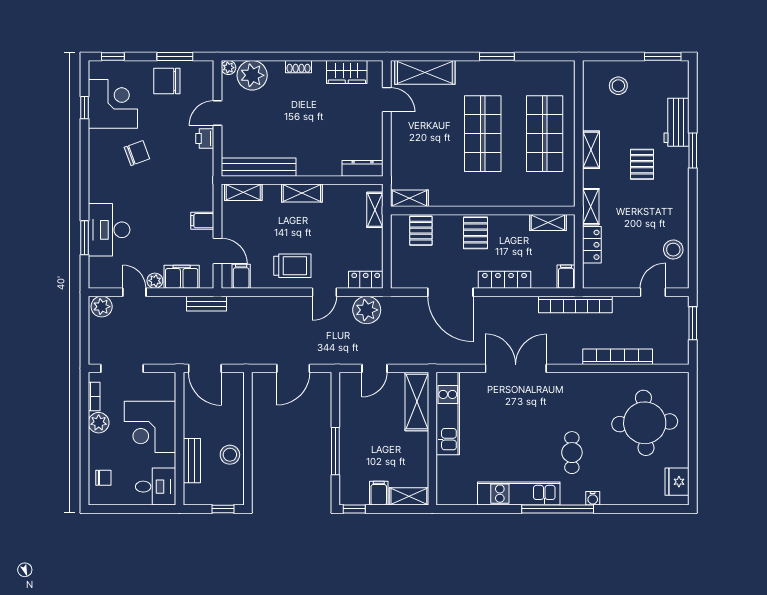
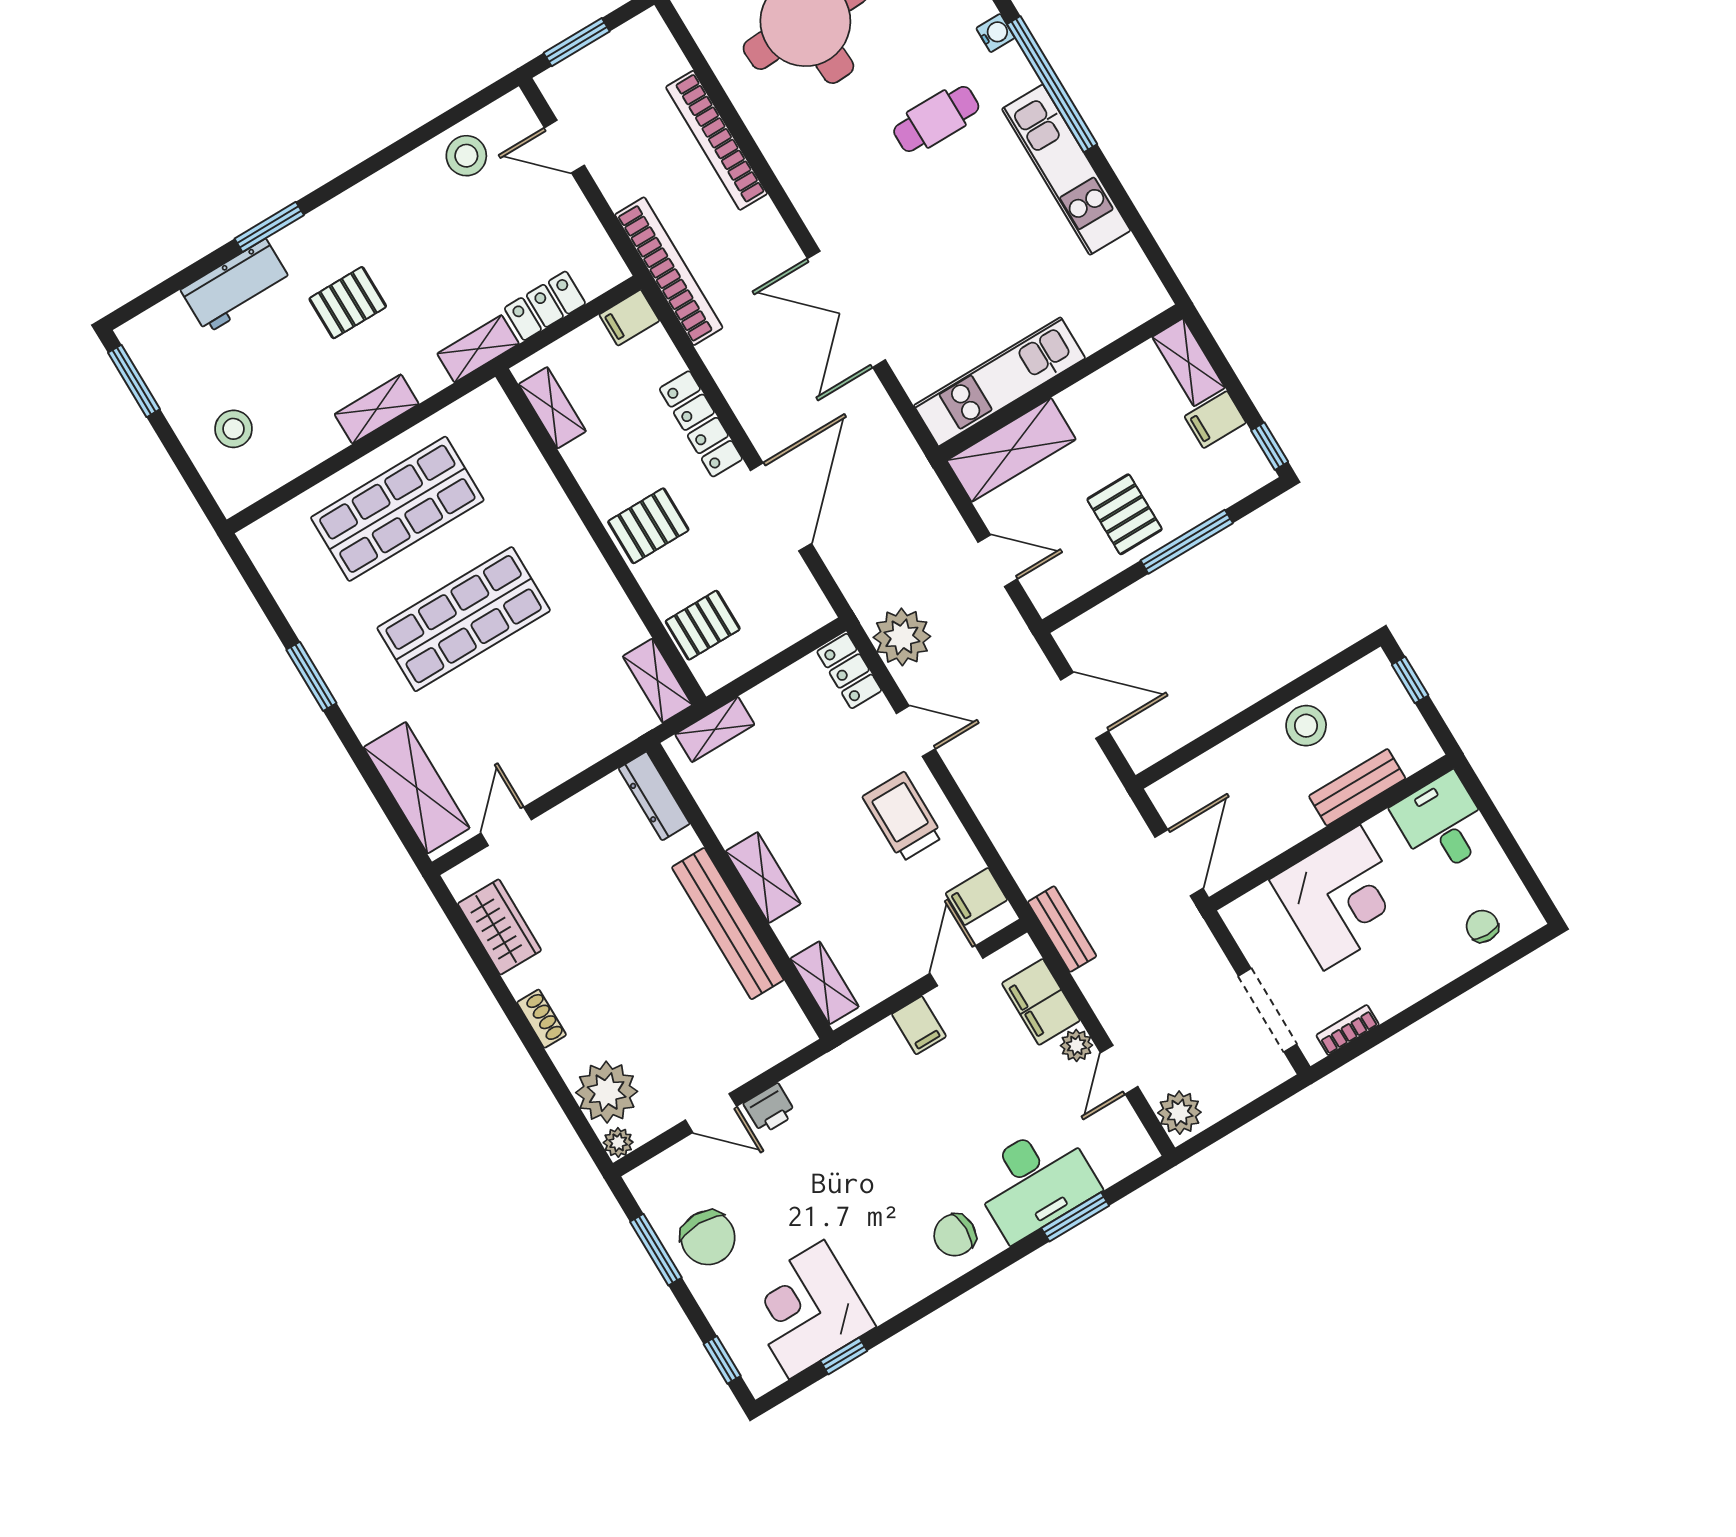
chair: (137, 153) -> (955, 1235), moved, turned -70
bench: (259, 167) -> (728, 924), moved
plant: (99, 423) -> (1389, 994), removed
pallet: (362, 432) -> (1125, 514), added

